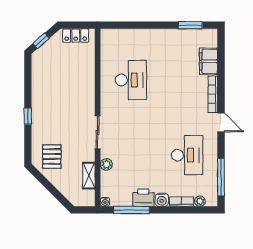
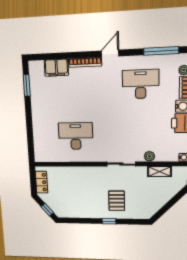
pallet: (52, 156) -> (117, 201), moved, turned 90

